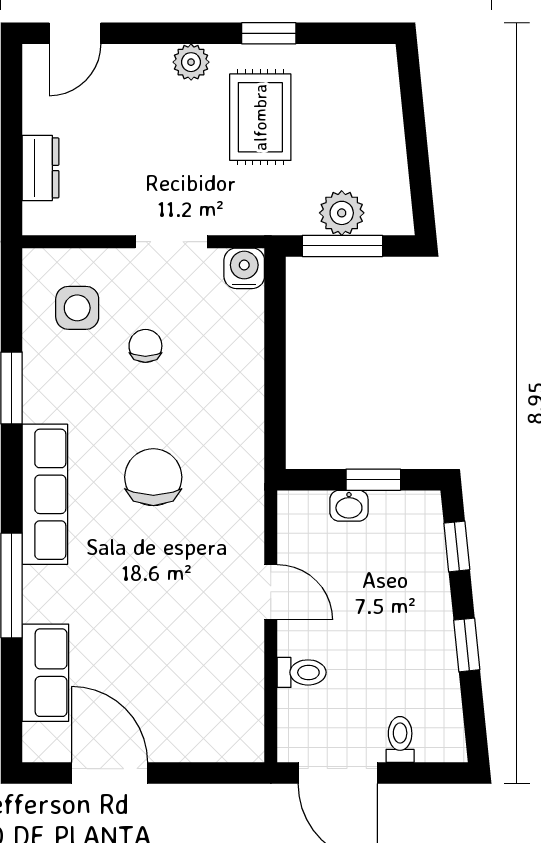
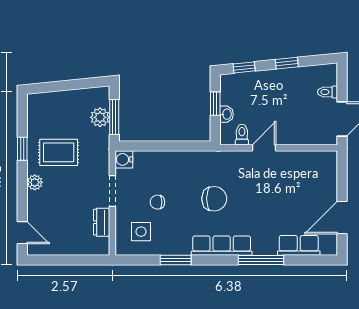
dresser: (41, 168) -> (102, 222), moved, turned -90
chair: (153, 477) -> (214, 199), turned 180
toilet: (302, 672) -> (242, 135), moved

